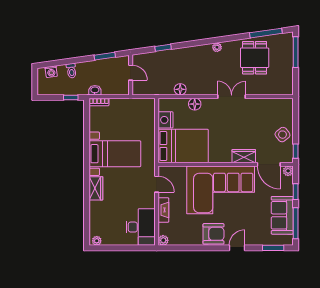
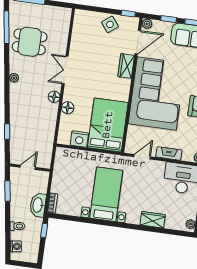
floor lamp: (180, 89) -> (54, 97), moved
washbasin: (95, 90) -> (38, 205), width x1.91, depth x1.45
wardrobe: (96, 188) -> (153, 220), moved

